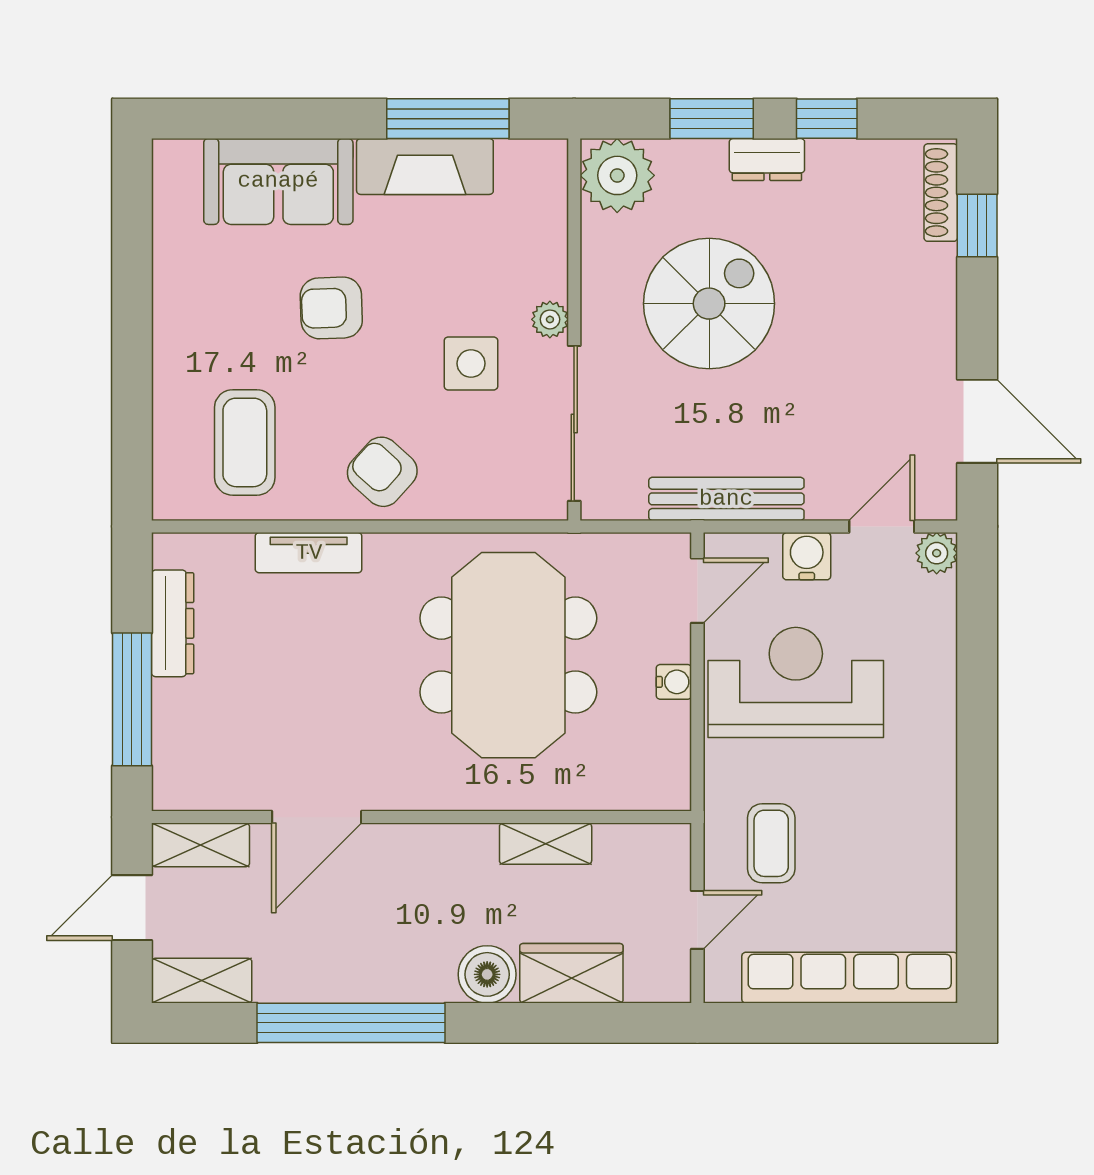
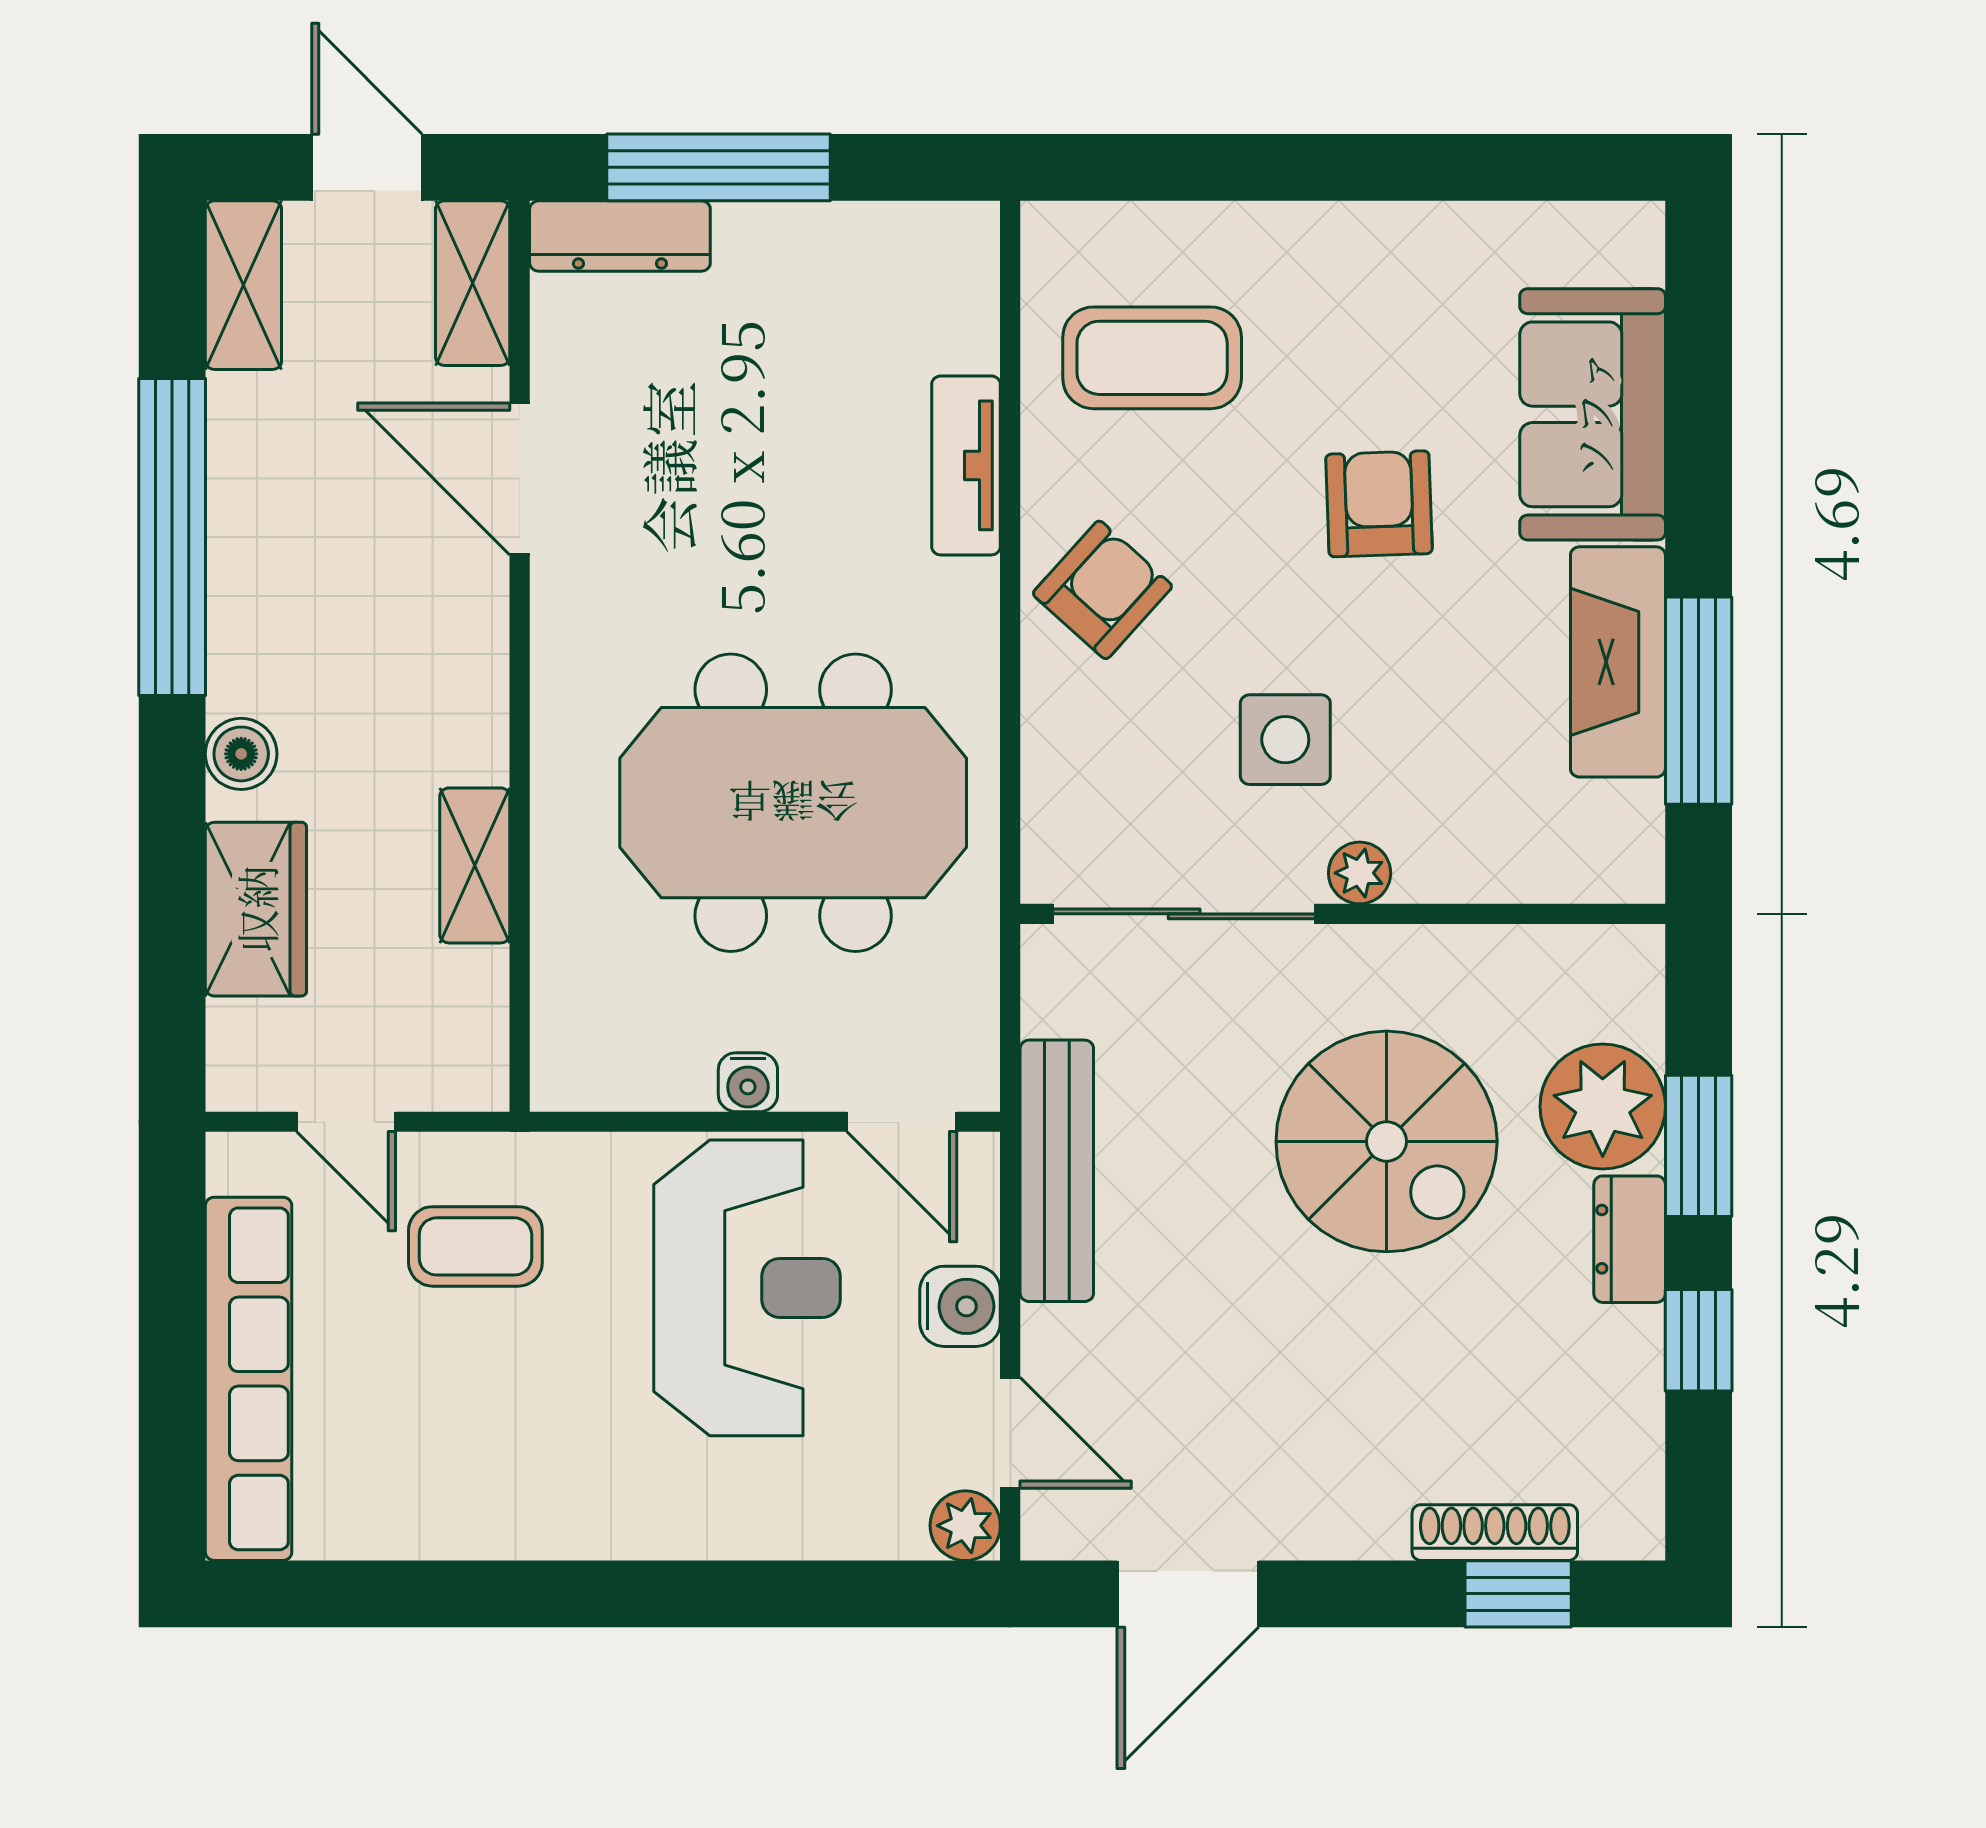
plant: (617, 175) -> (1603, 1107), moved
shoe rack: (941, 193) -> (1495, 1533), moved
dresser: (173, 623) -> (620, 236), moved
boiler: (487, 974) -> (241, 754), width x0.73, depth x0.73

